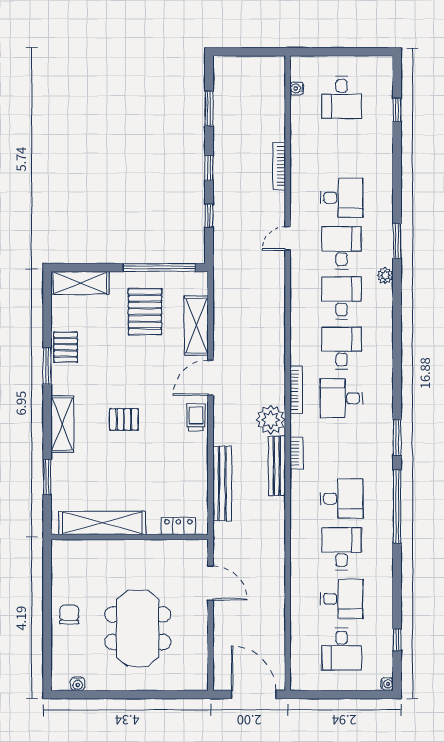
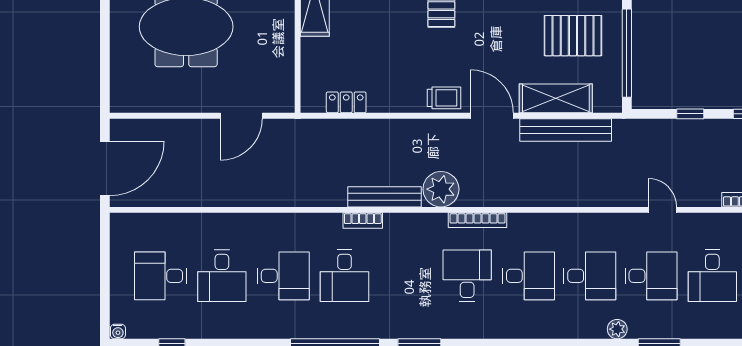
bookcase: (296, 453) -> (363, 221), moved
bench: (222, 484) -> (566, 130), moved
locker: (178, 526) -> (346, 102), moved, turned -90

